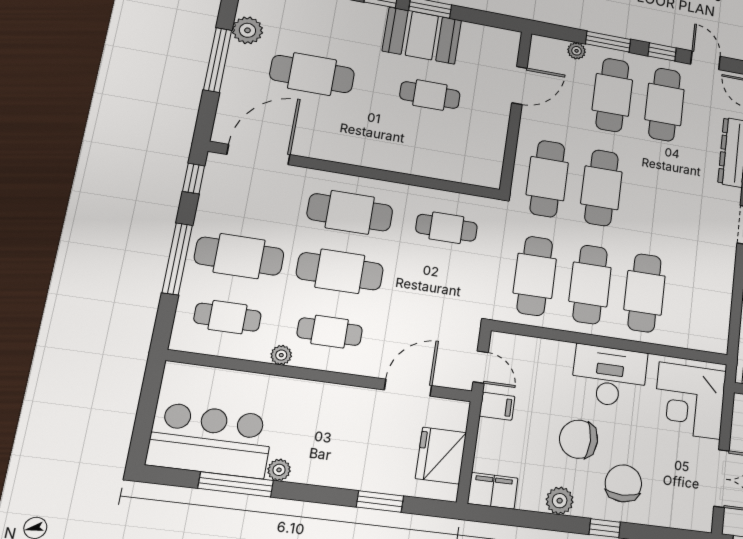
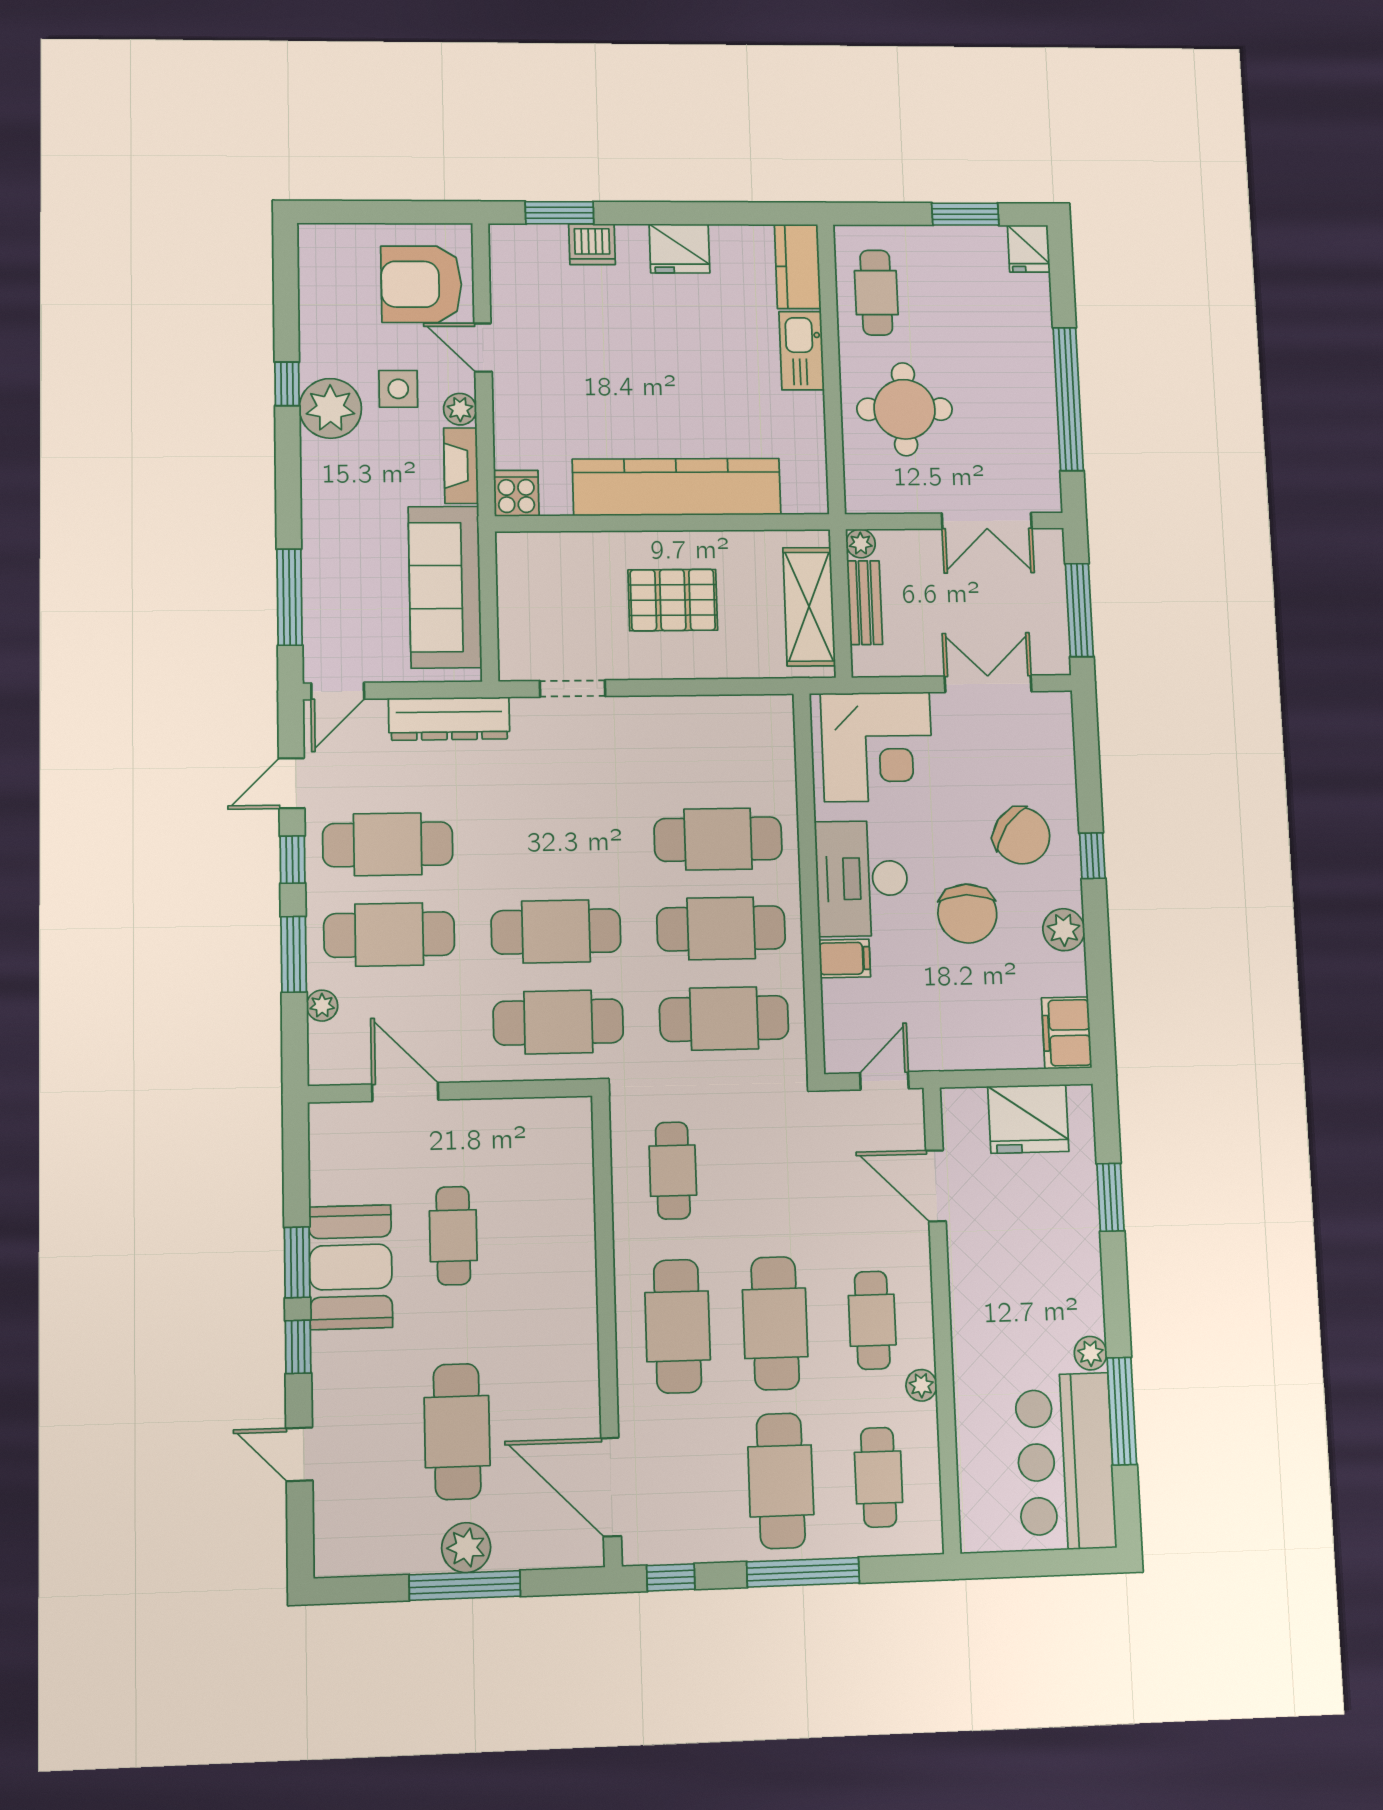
plant: (247, 30) -> (466, 1548), moved
filing cabinet: (497, 406) -> (845, 958), moved, turned 90
chair: (623, 483) -> (1022, 836), turned -144

